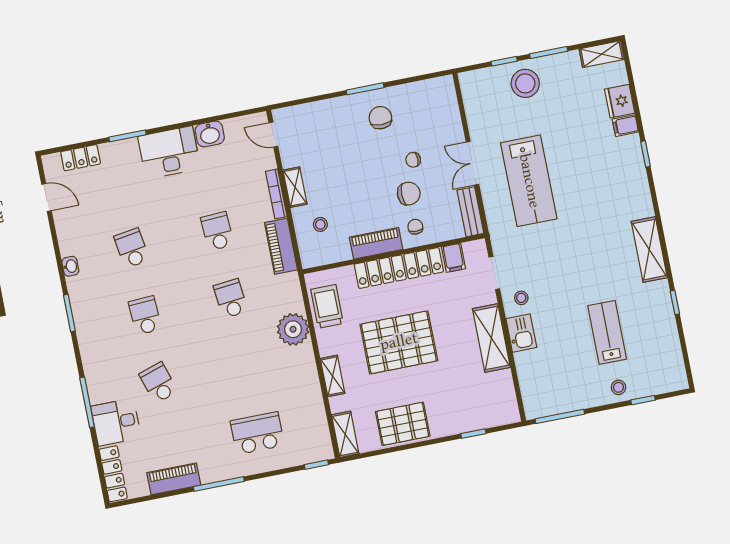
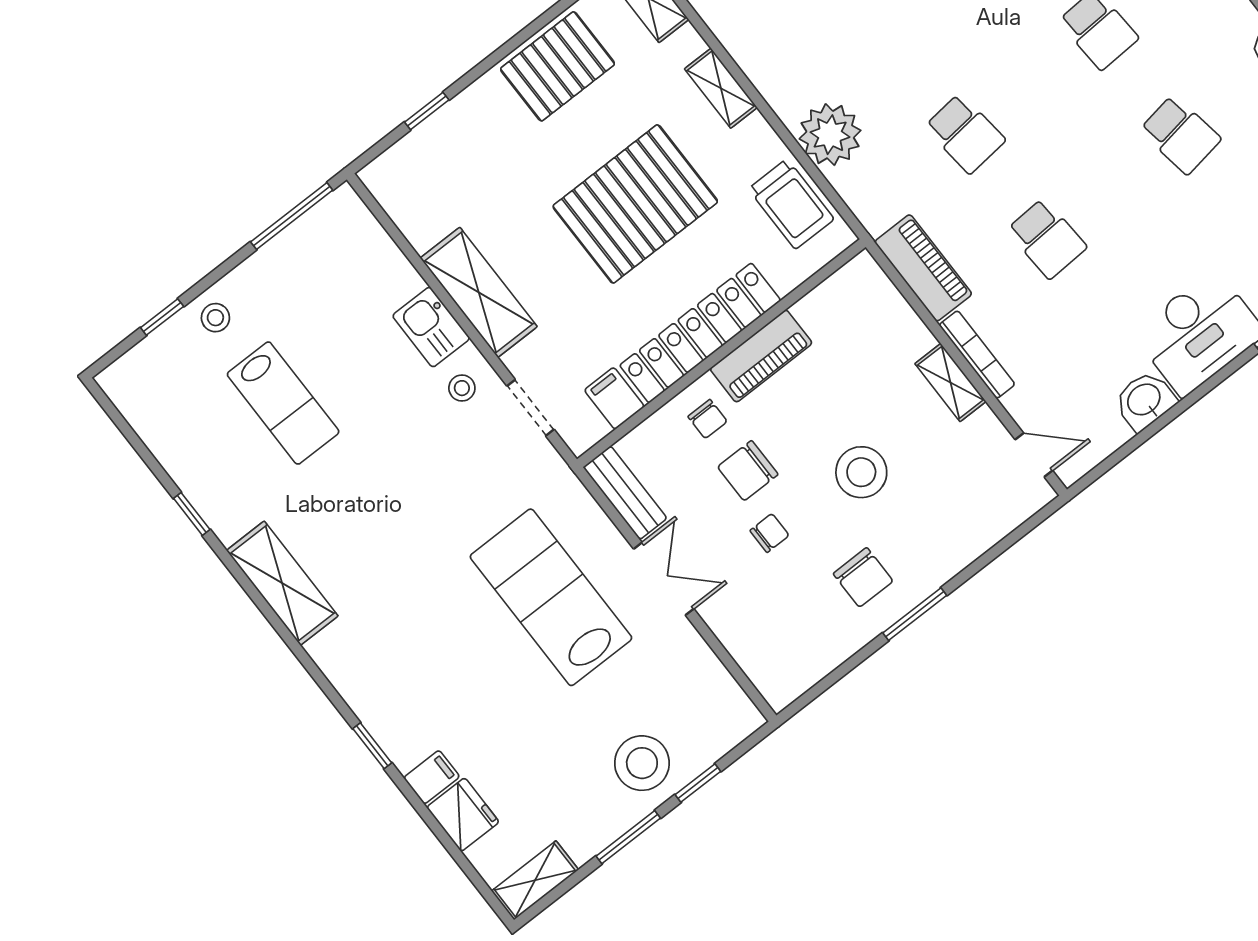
stool: (320, 224) -> (861, 472), moved, width x1.89, depth x1.89

